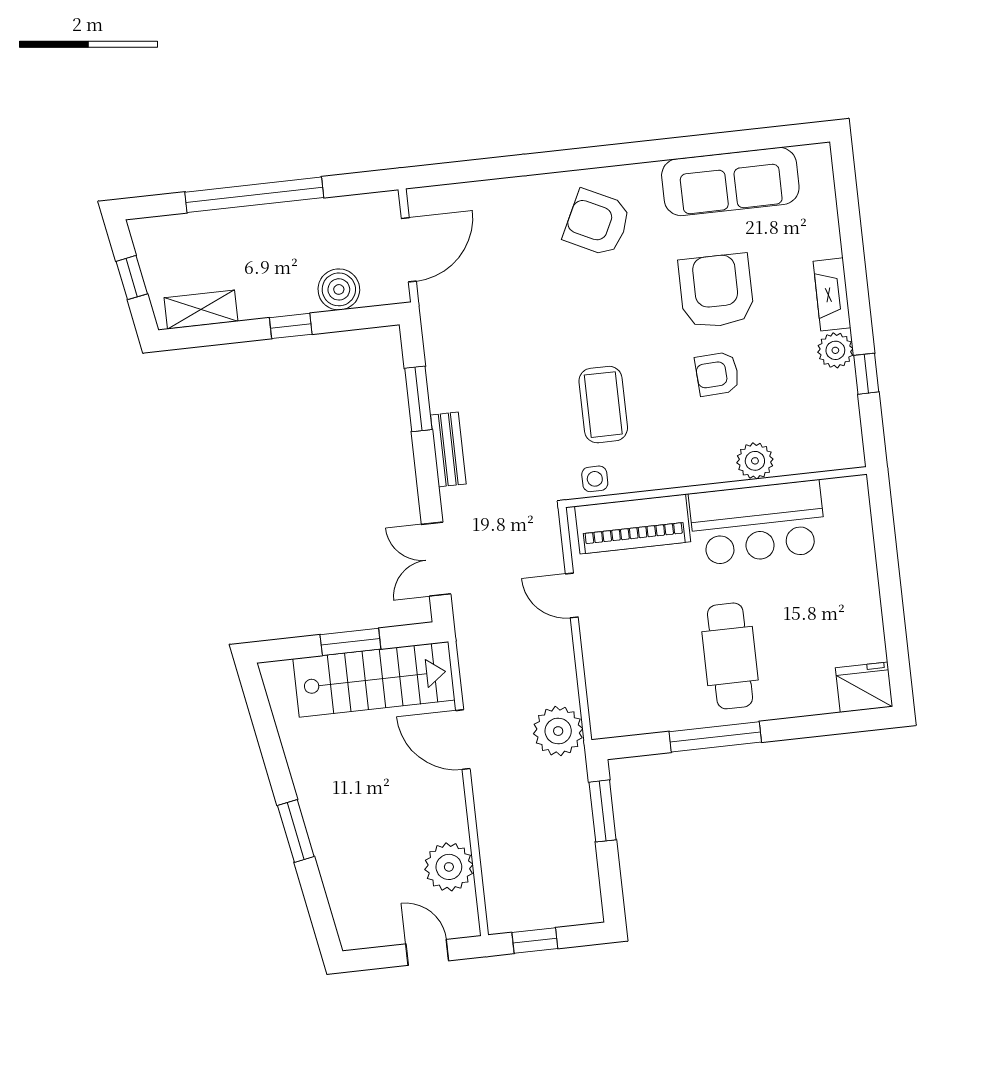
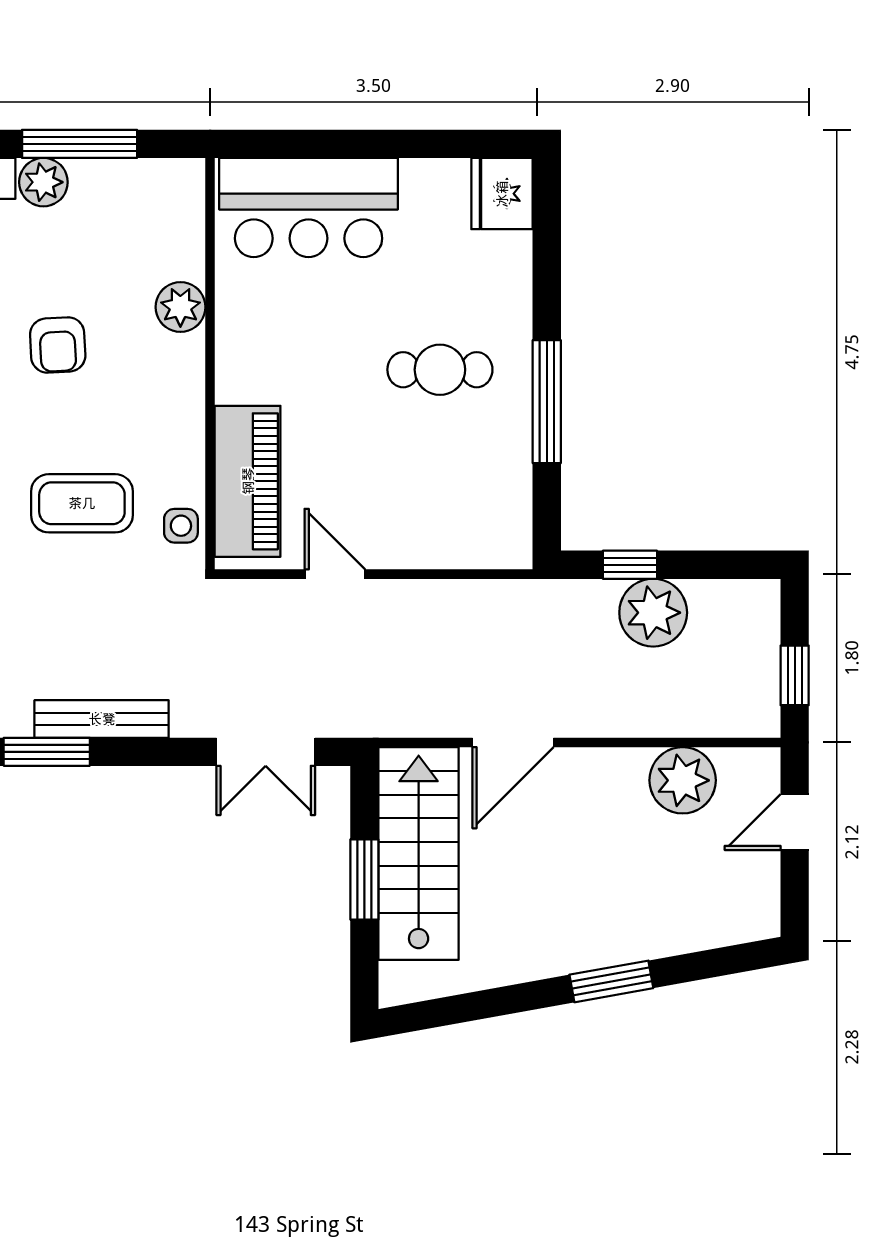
window: (866, 374) -> (80, 144), width x2.17
bench: (448, 449) -> (102, 719), width x1.36
bar counter: (758, 523) -> (309, 208), moved, turned 90
door: (572, 596) -> (335, 574), swing flipped
cafe table: (730, 656) -> (440, 370), width x0.73, depth x0.74
plant: (558, 731) -> (653, 613), moved
window: (603, 811) -> (630, 565), width x0.67

